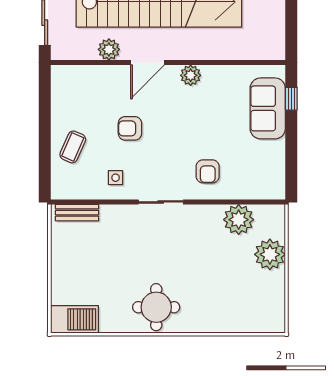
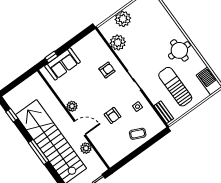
sun lounger: (104, 260) -> (175, 87), added

